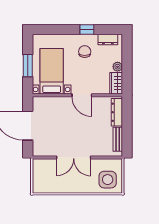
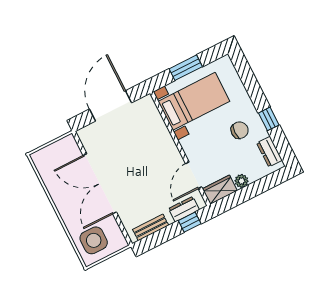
door: (82, 95) -> (194, 175), moved
dresser: (117, 112) -> (184, 209), width x0.70
window: (127, 113) -> (190, 222), added
double door: (74, 157) -> (100, 184), width x1.36

